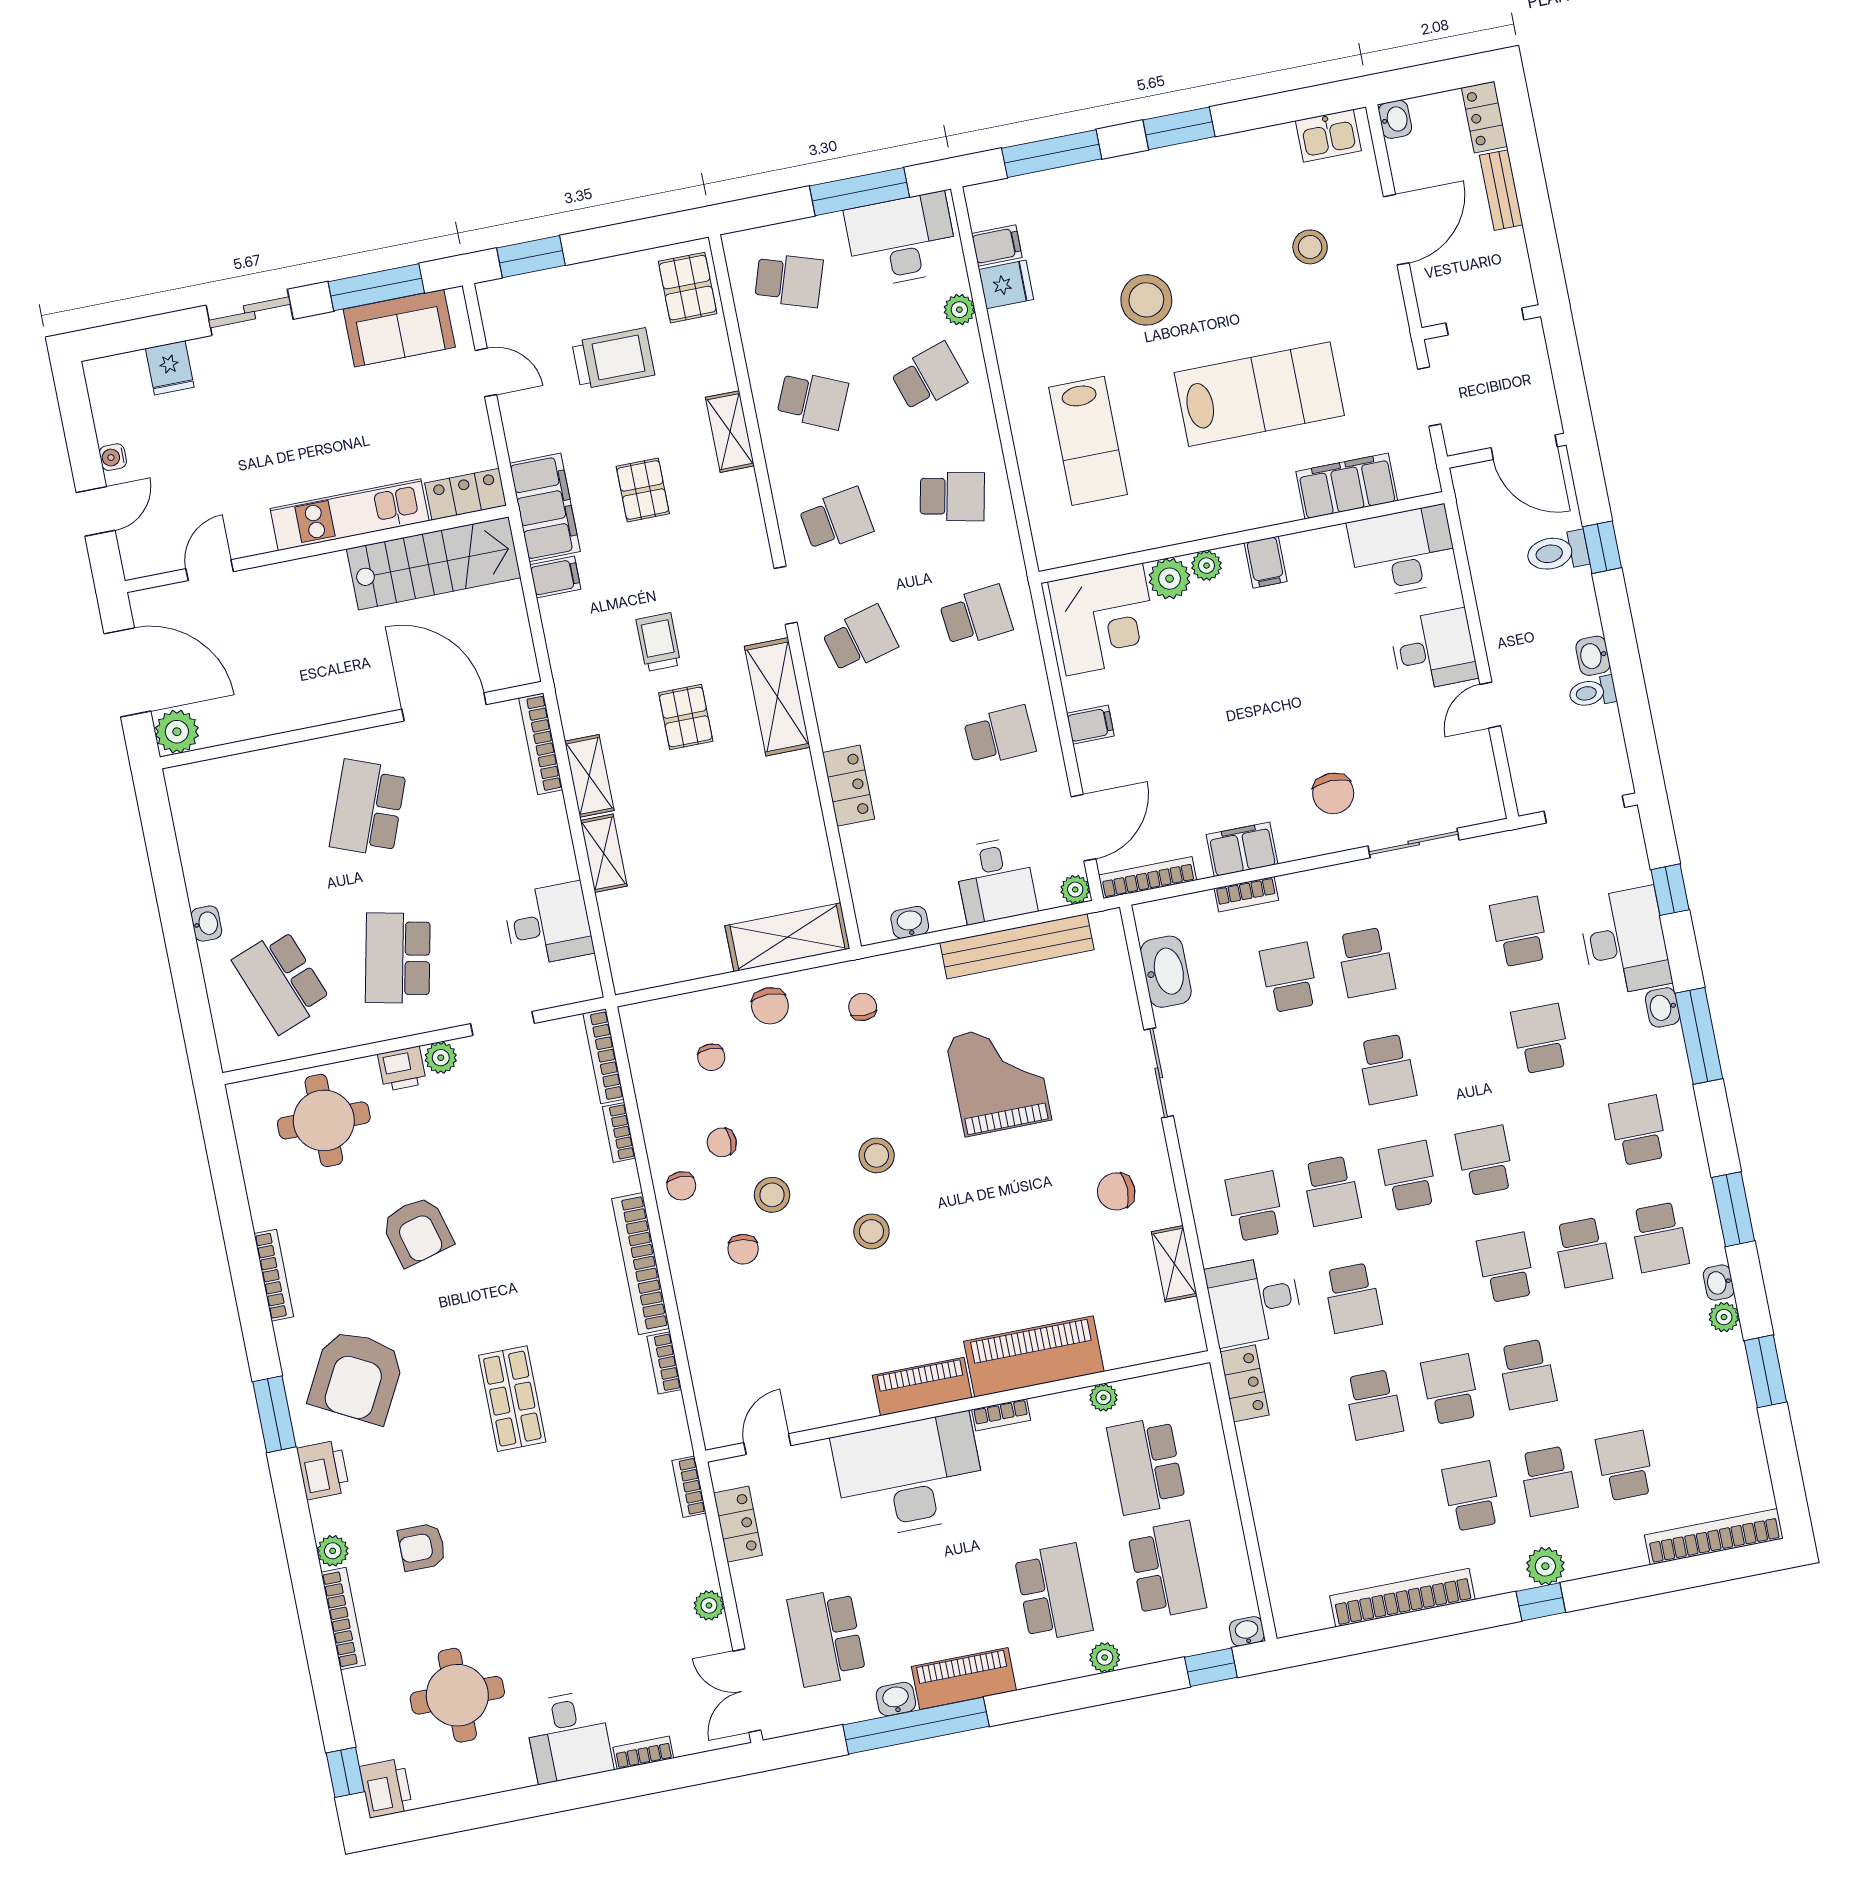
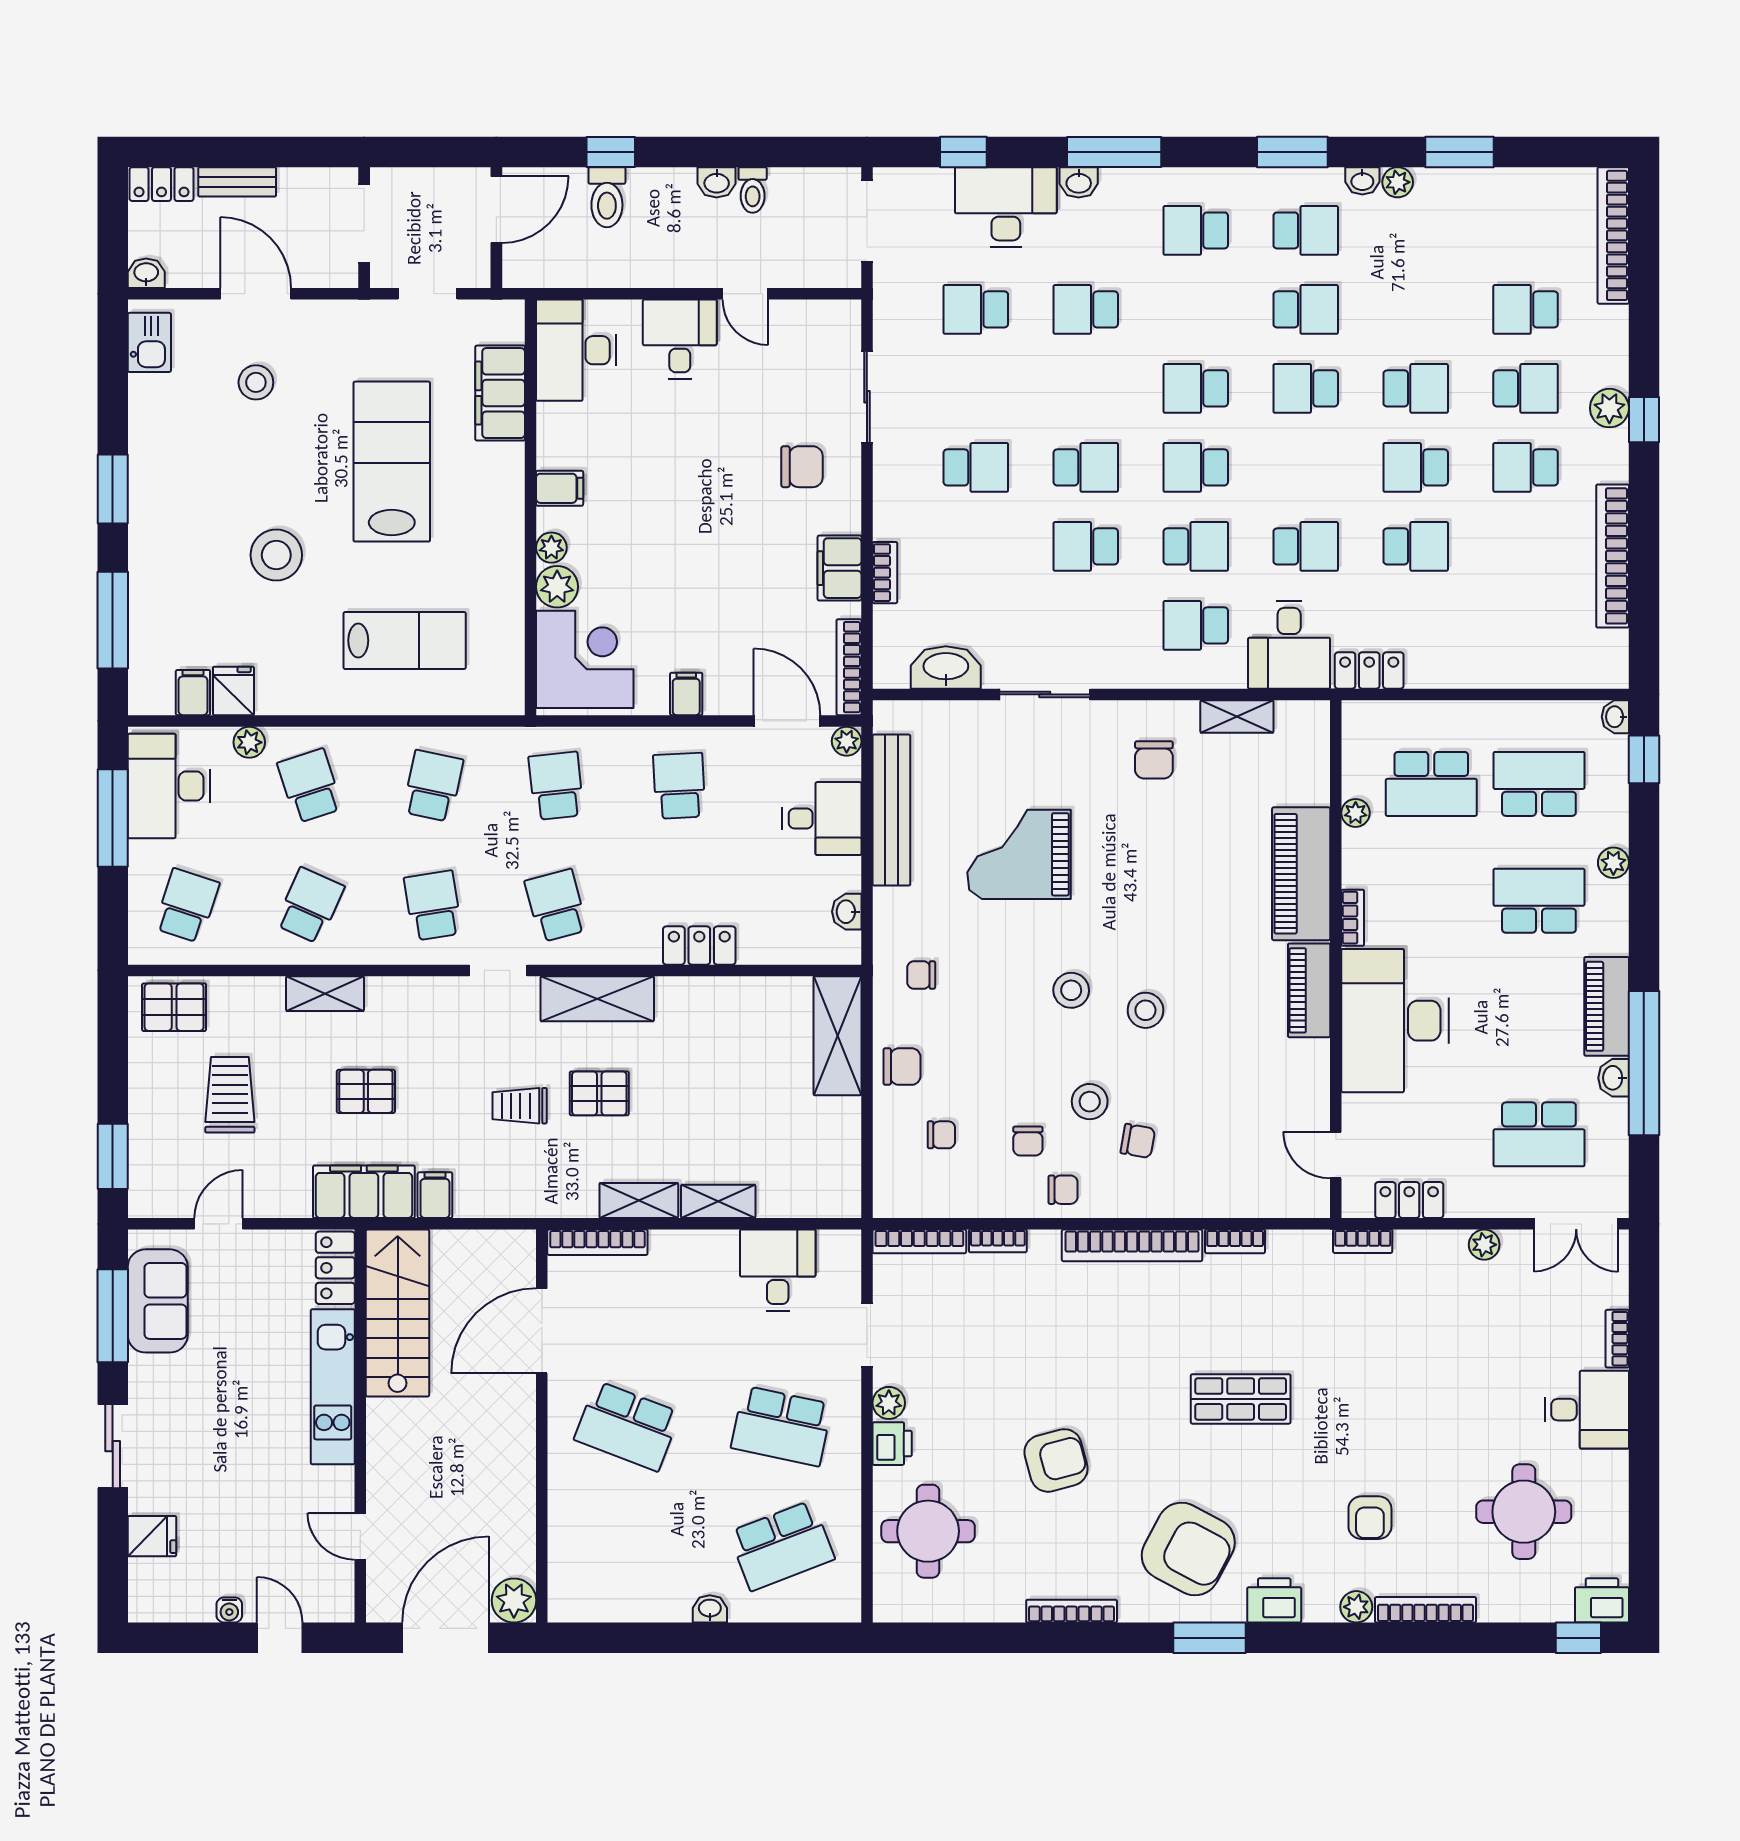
school desk: (1289, 977) -> (1086, 546), moved

